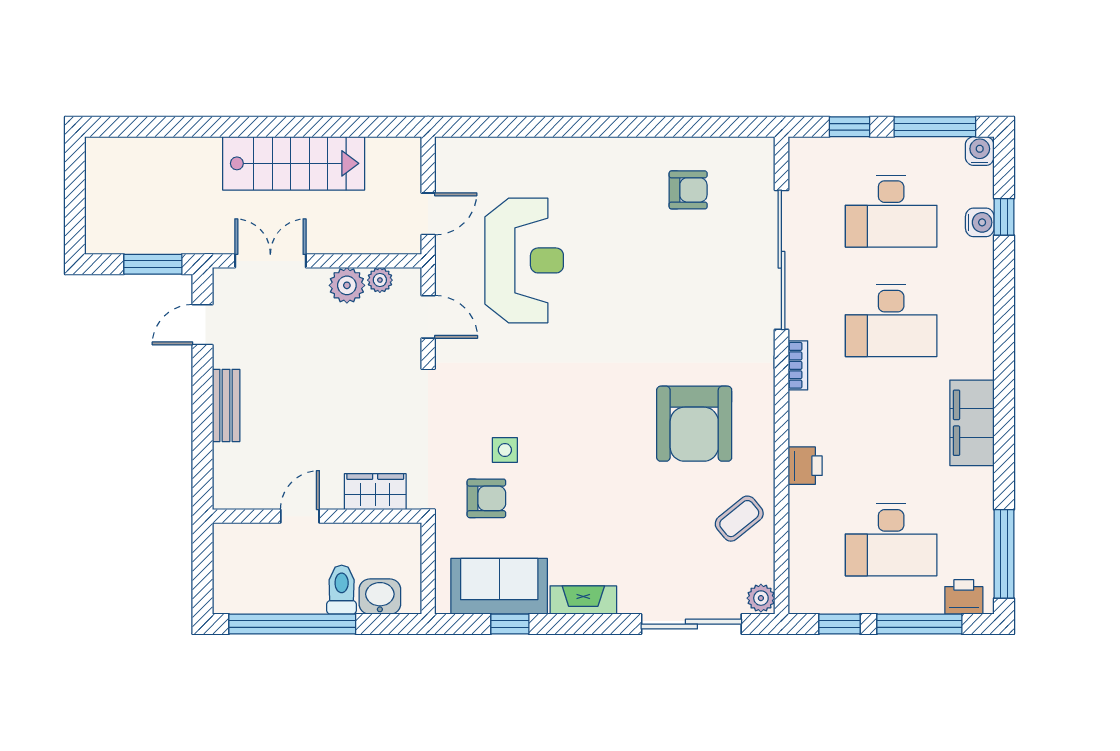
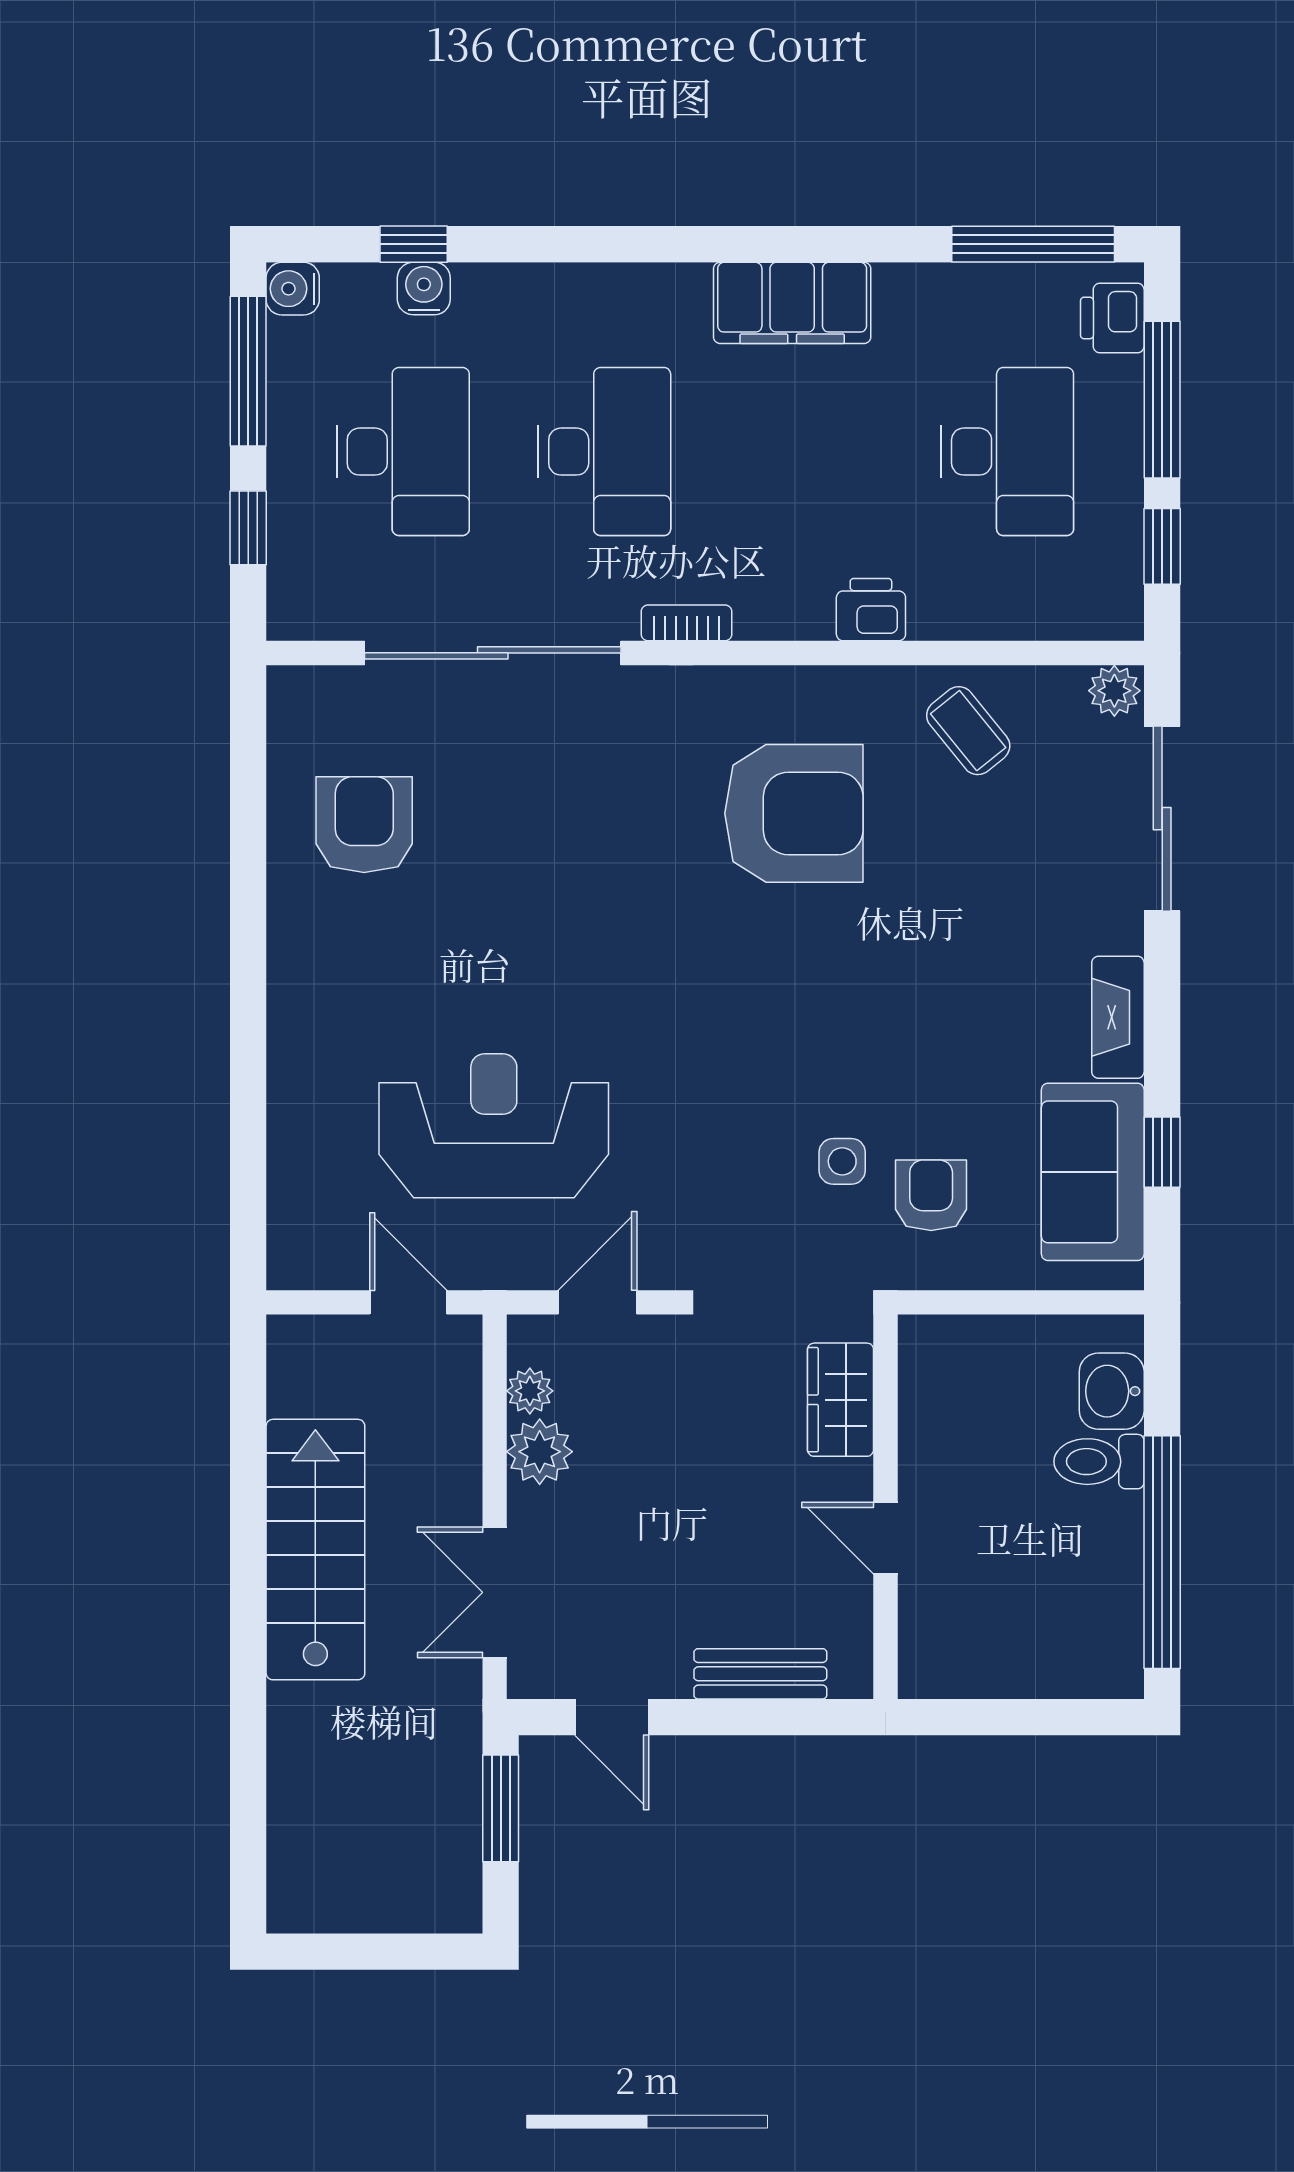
armchair: (688, 190) -> (364, 825), width x1.38, depth x1.38
wardrobe: (375, 492) -> (841, 1400), moved
door: (300, 516) -> (886, 1538), moved
wall: (317, 516) -> (886, 1507), moved

